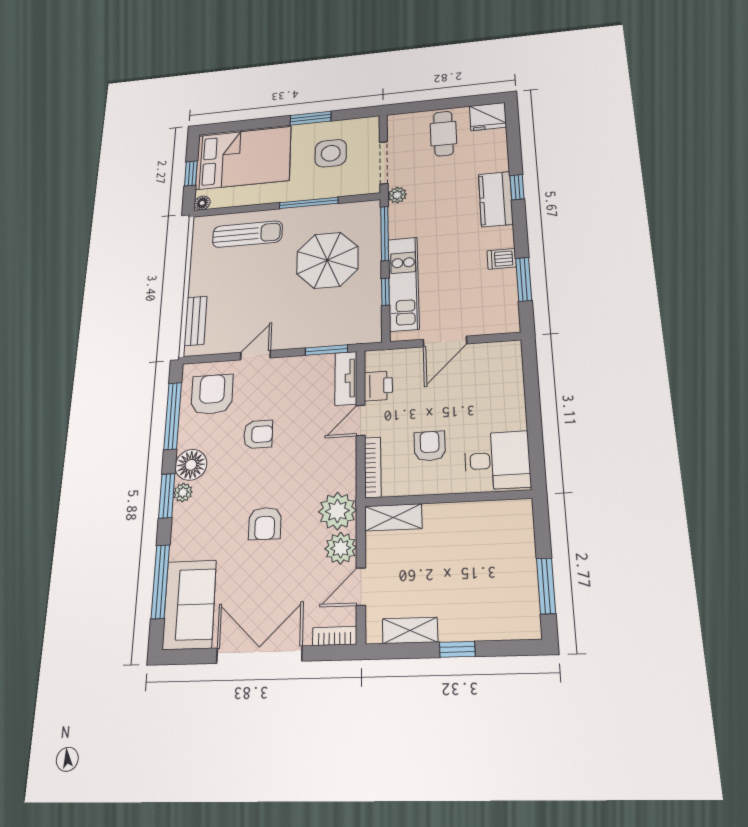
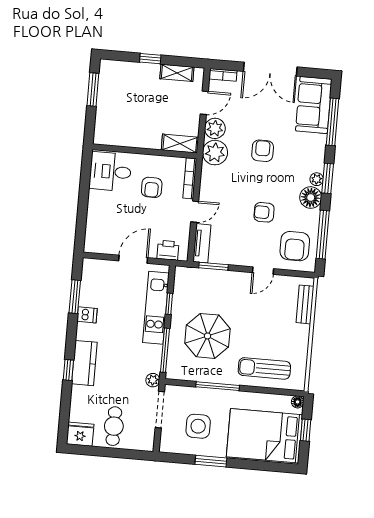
printer: (378, 386) -> (168, 250), moved, turned 90

